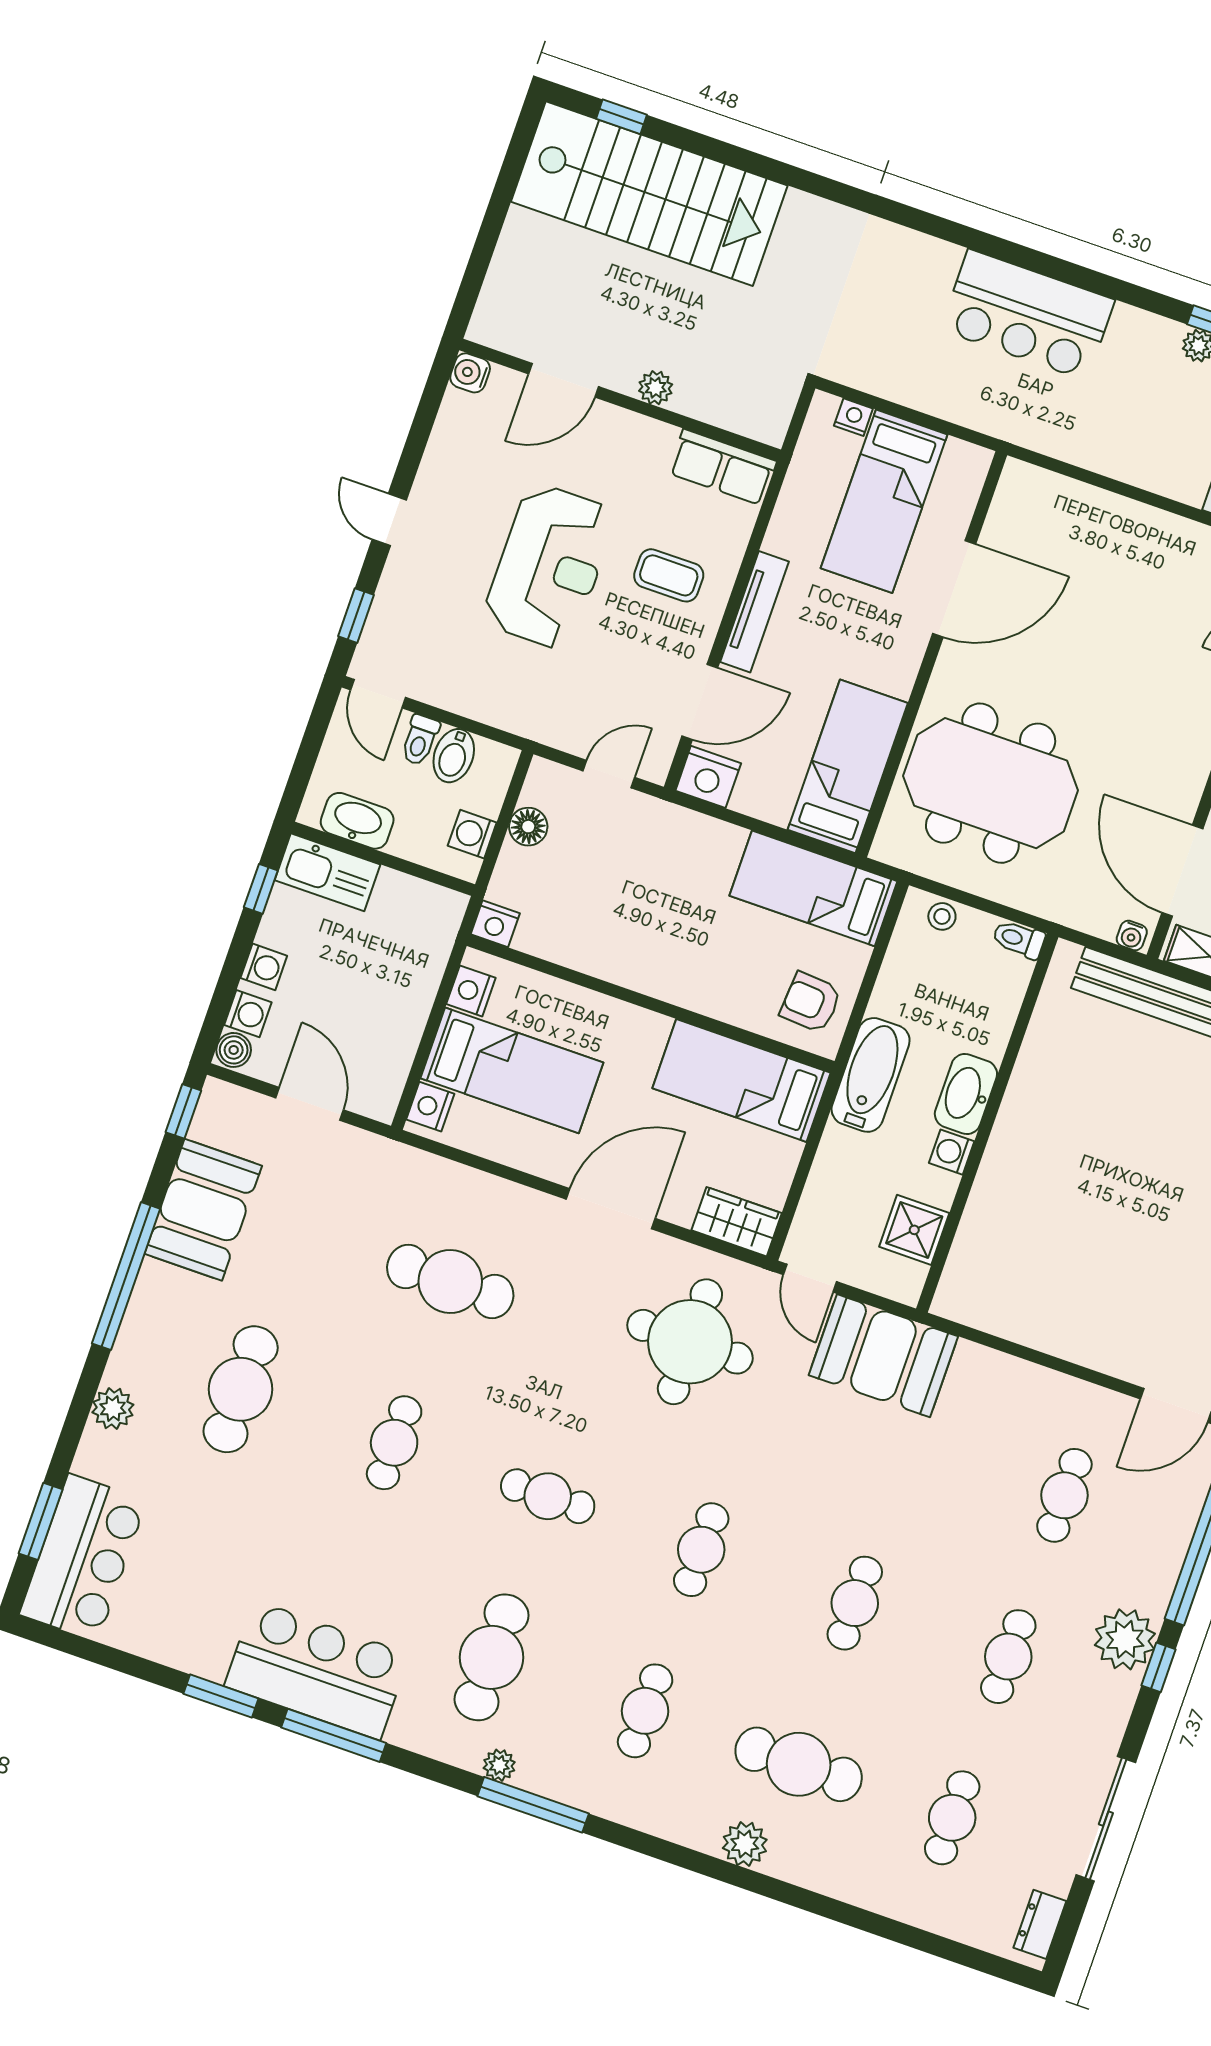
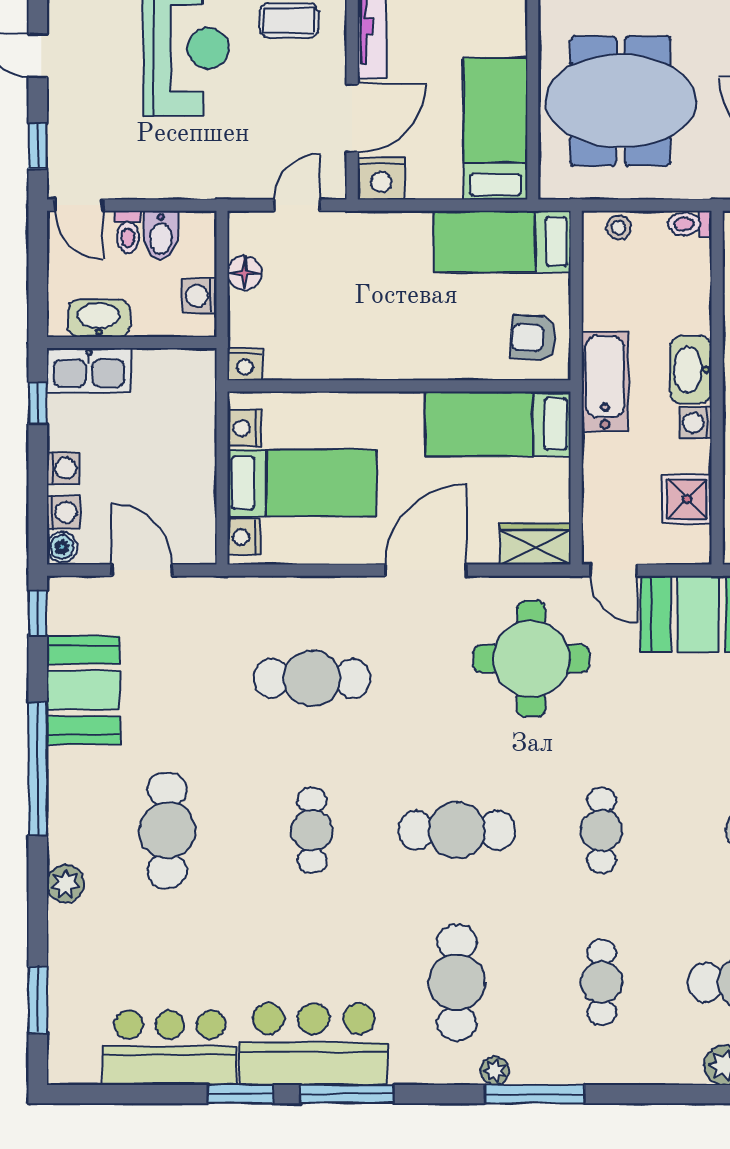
cafe table: (548, 1496) -> (457, 830), width x1.37, depth x1.35
bar counter: (83, 1558) -> (170, 1048), moved, turned -90

